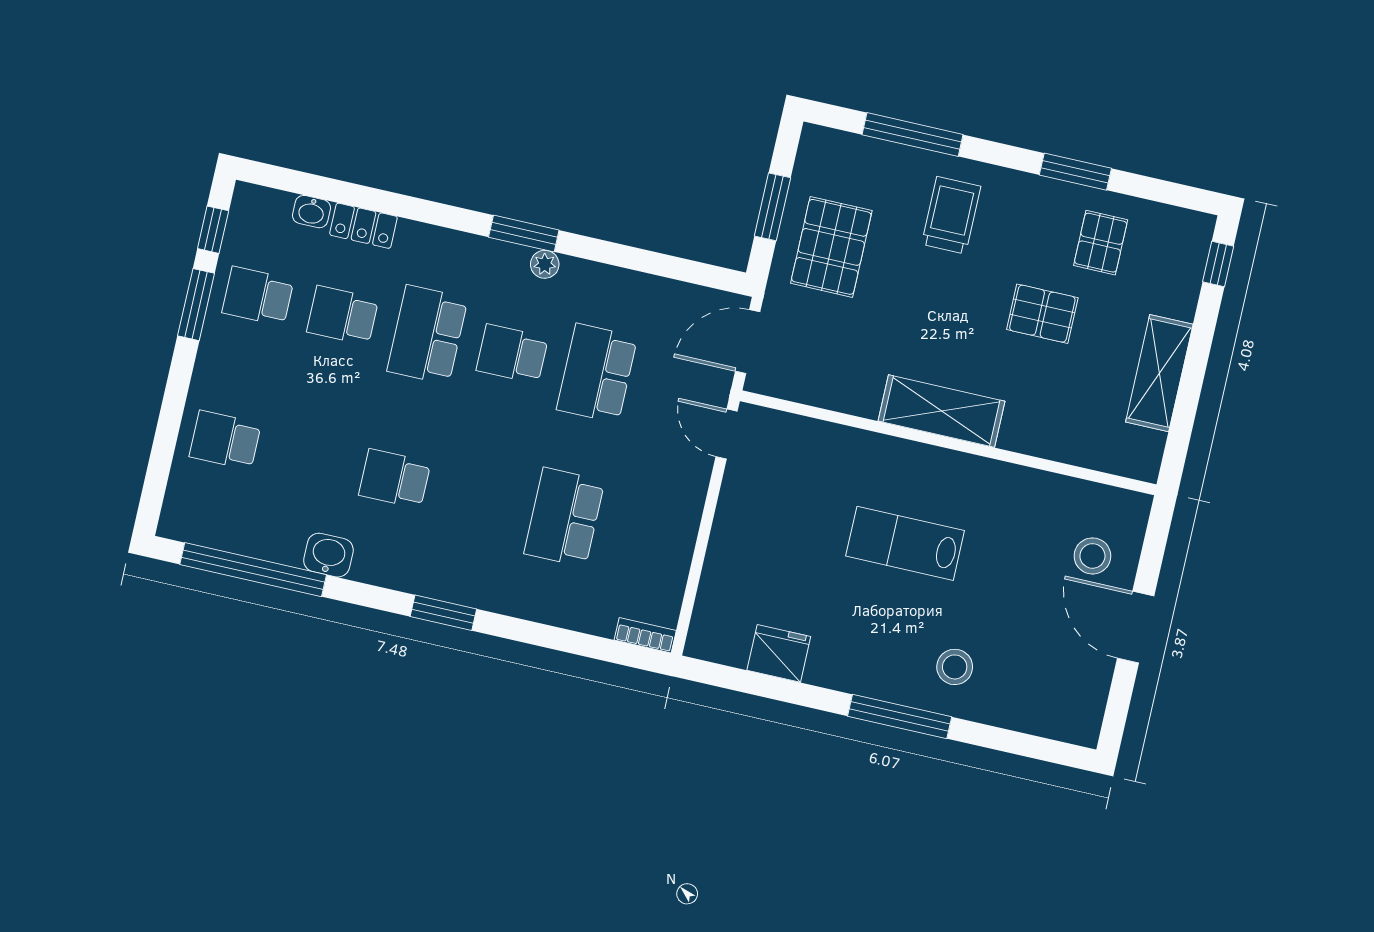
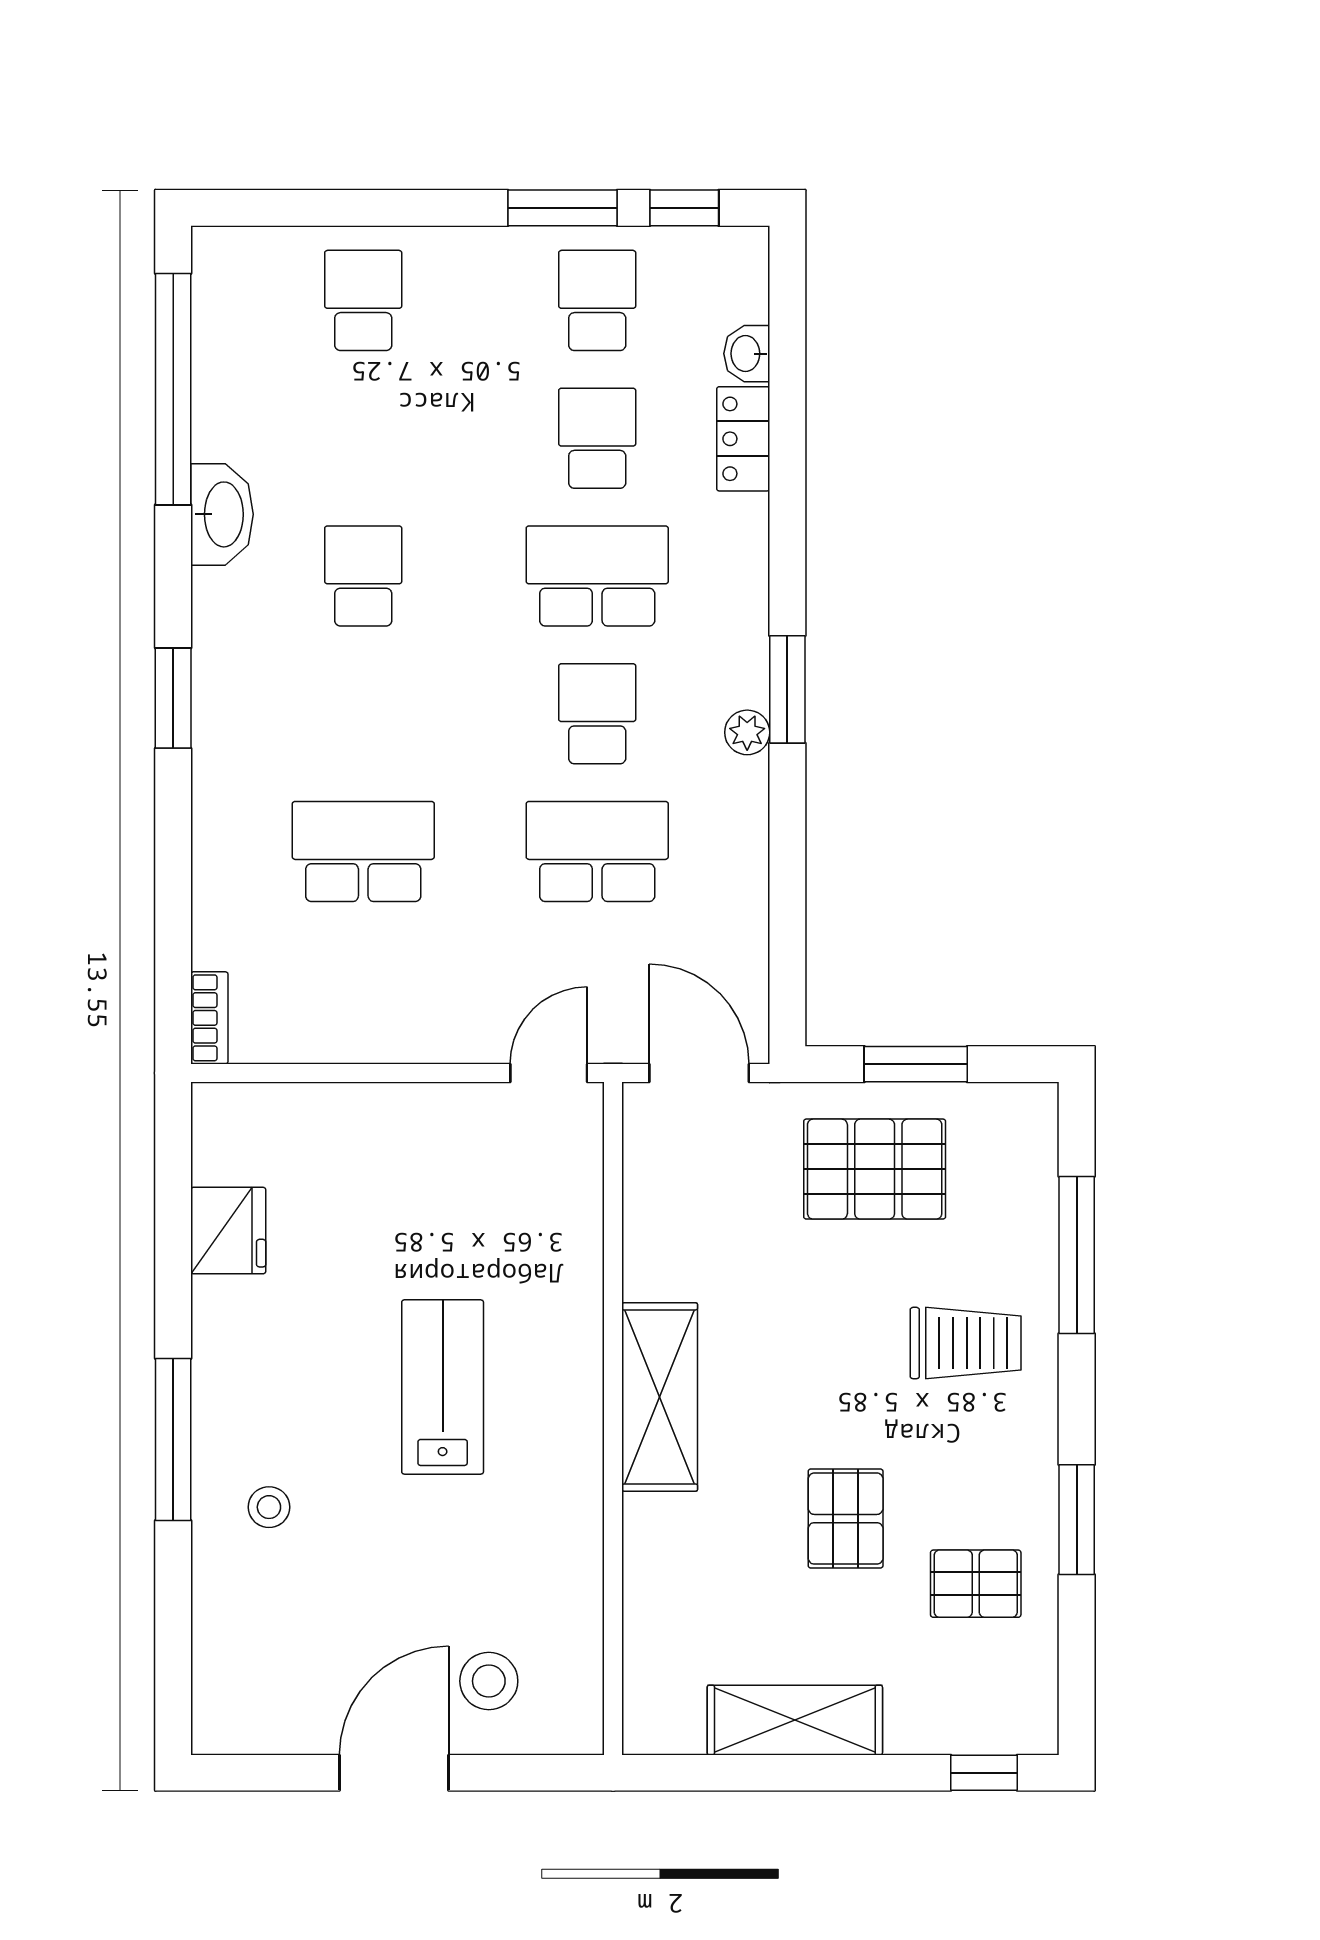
washbasin: (328, 555) -> (222, 514), width x1.38
stool: (955, 667) -> (269, 1507), width x0.73, depth x0.73

